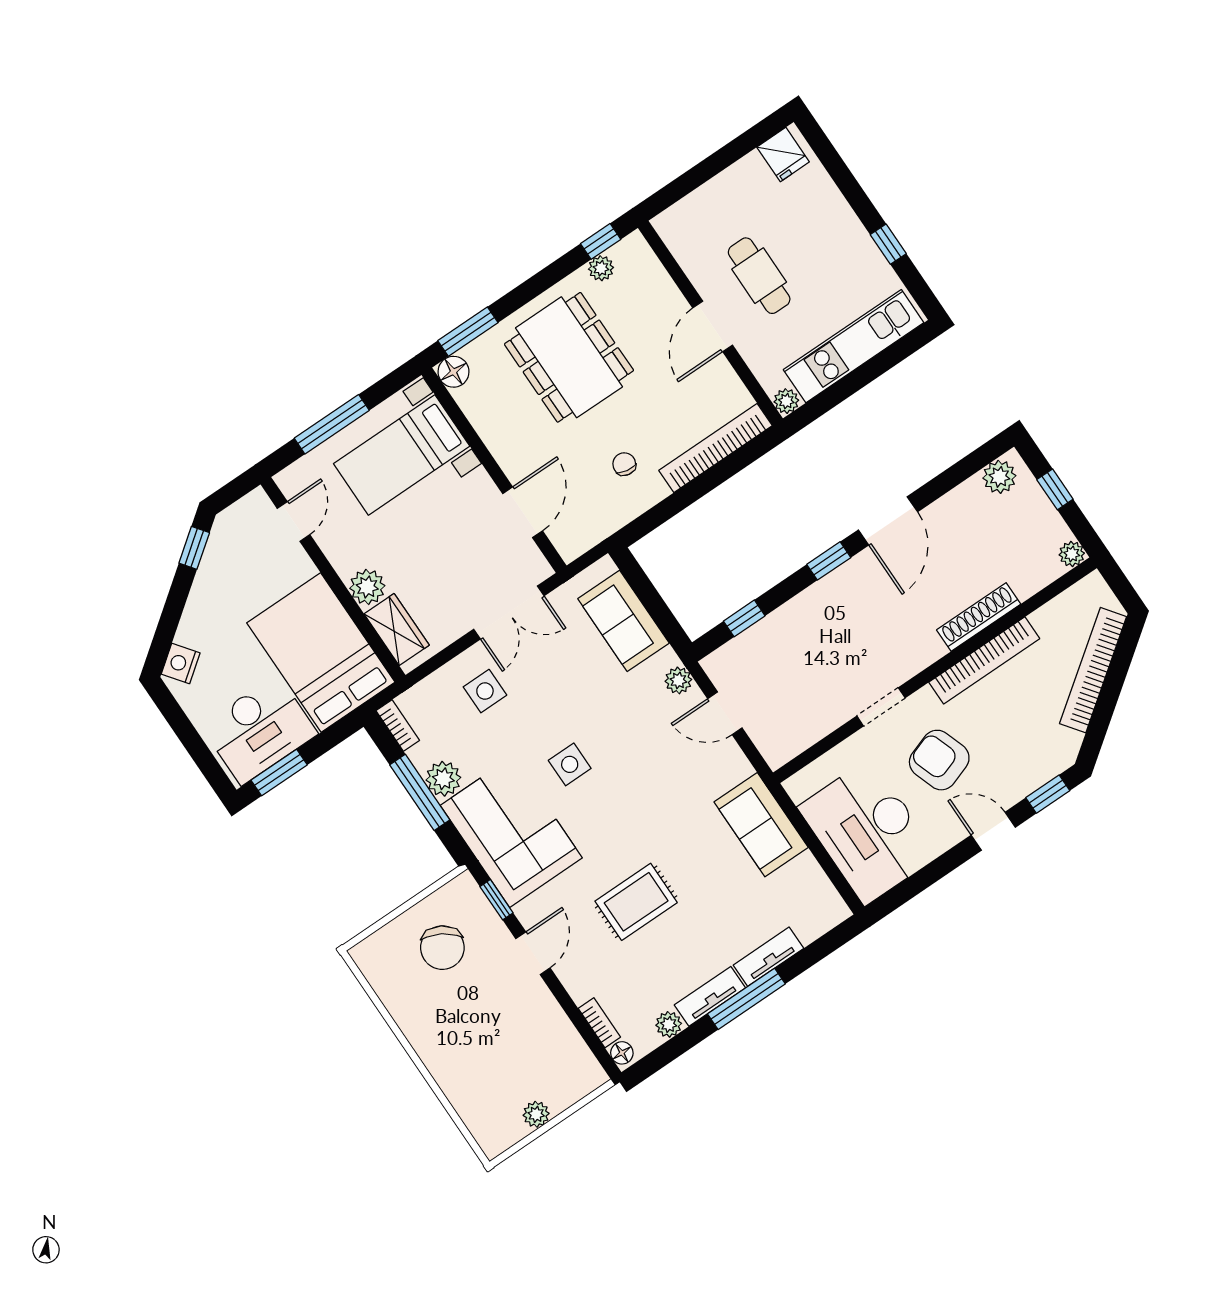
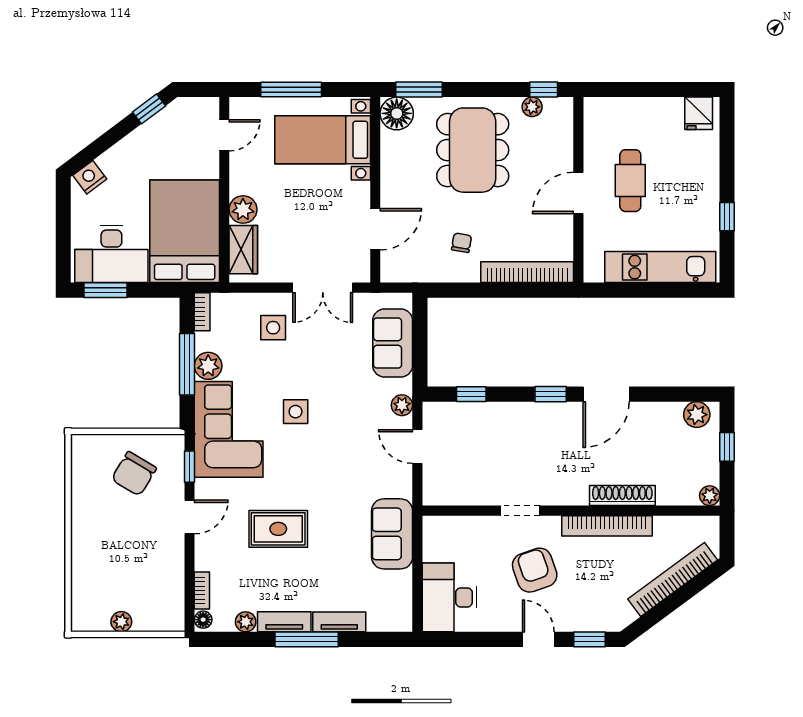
floor lamp: (454, 372) -> (397, 113), width x1.38, depth x1.38
plant: (786, 401) -> (593, 273), removed
desk: (868, 832) -> (449, 597), width x0.73, depth x0.77

